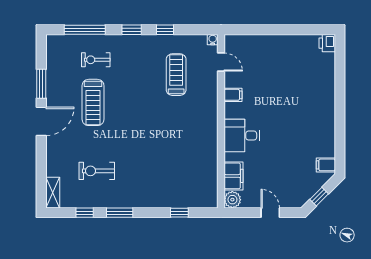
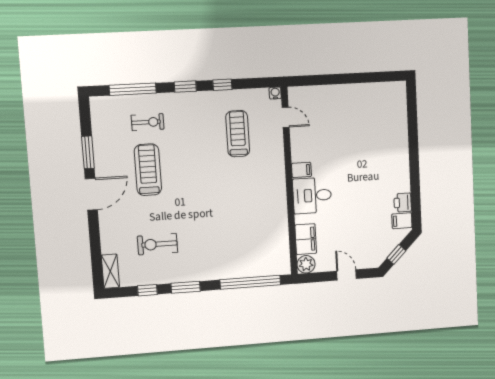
printer: (327, 43) -> (403, 203), moved
exercise bike: (96, 60) -> (148, 122), turned 180
filing cabinet: (233, 95) -> (301, 170), moved
treadmill: (93, 102) -> (148, 170), turned 180
window: (179, 213) -> (250, 282), width x3.17

